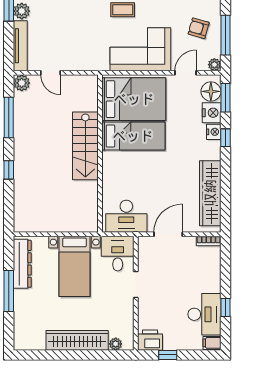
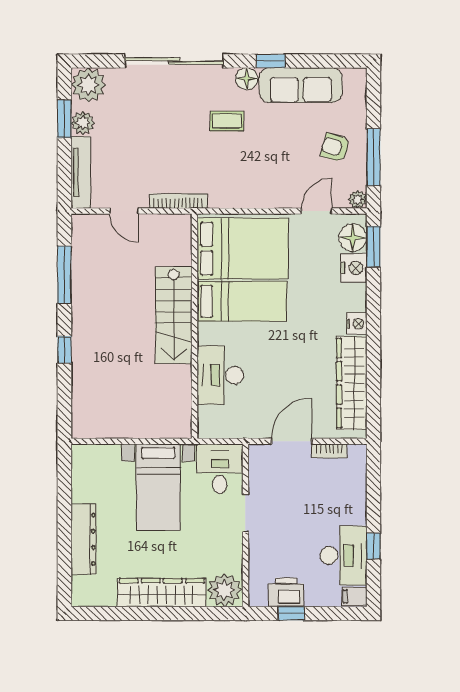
corner sofa: (140, 49) -> (252, 178), removed
bookcase: (88, 66) -> (178, 201), added
plant: (22, 83) -> (83, 225), removed
nightstand: (214, 132) -> (357, 324), moved
window: (225, 138) -> (373, 304), removed
desk: (126, 216) -> (220, 375), moved, turned 90
bookcase: (209, 241) -> (329, 451), moved
dresser: (22, 264) -> (84, 539), moved
window: (9, 291) -> (64, 522), removed
printer: (150, 340) -> (286, 592), moved
plant: (116, 344) -> (225, 590), width x1.87, depth x1.87

